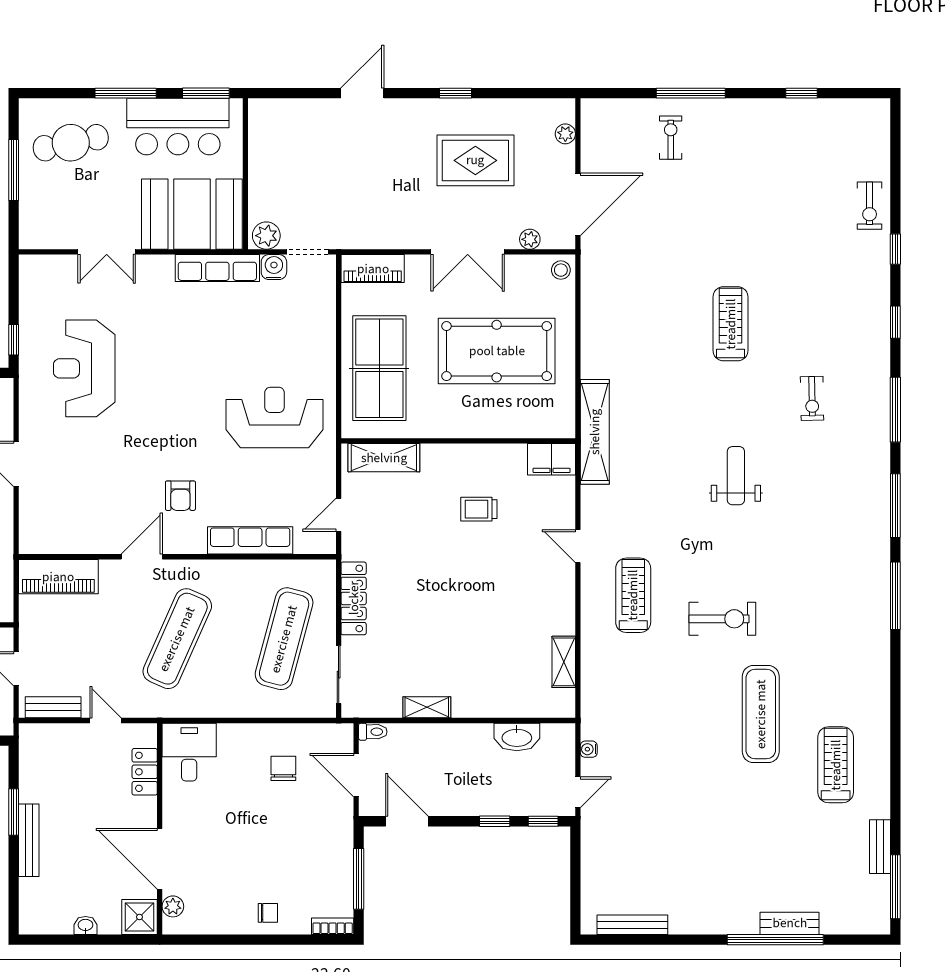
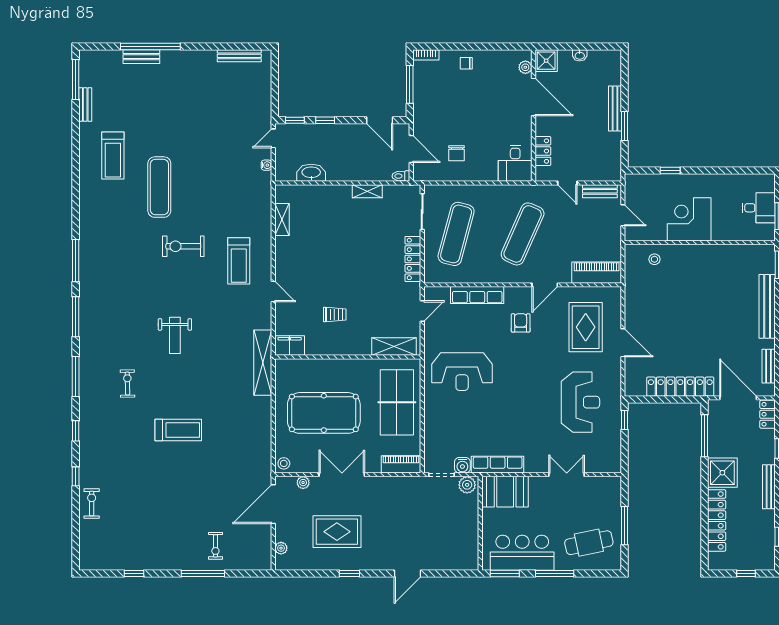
booth: (192, 214) -> (505, 492), width x0.73, depth x0.70
treadmill: (731, 324) -> (178, 430), turned -90
rug: (76, 489) -> (586, 327), added

